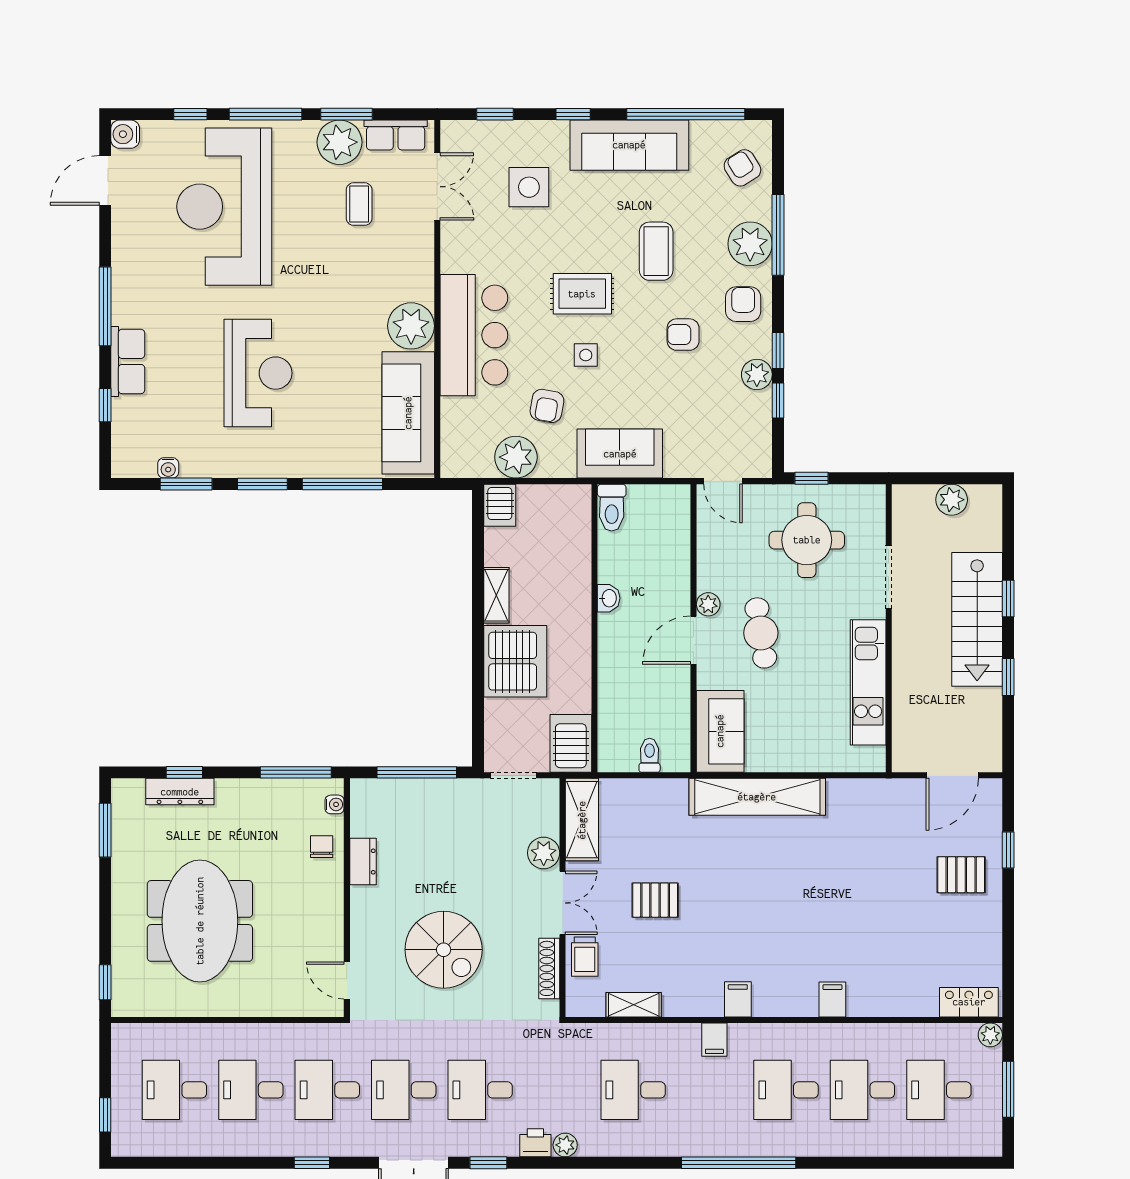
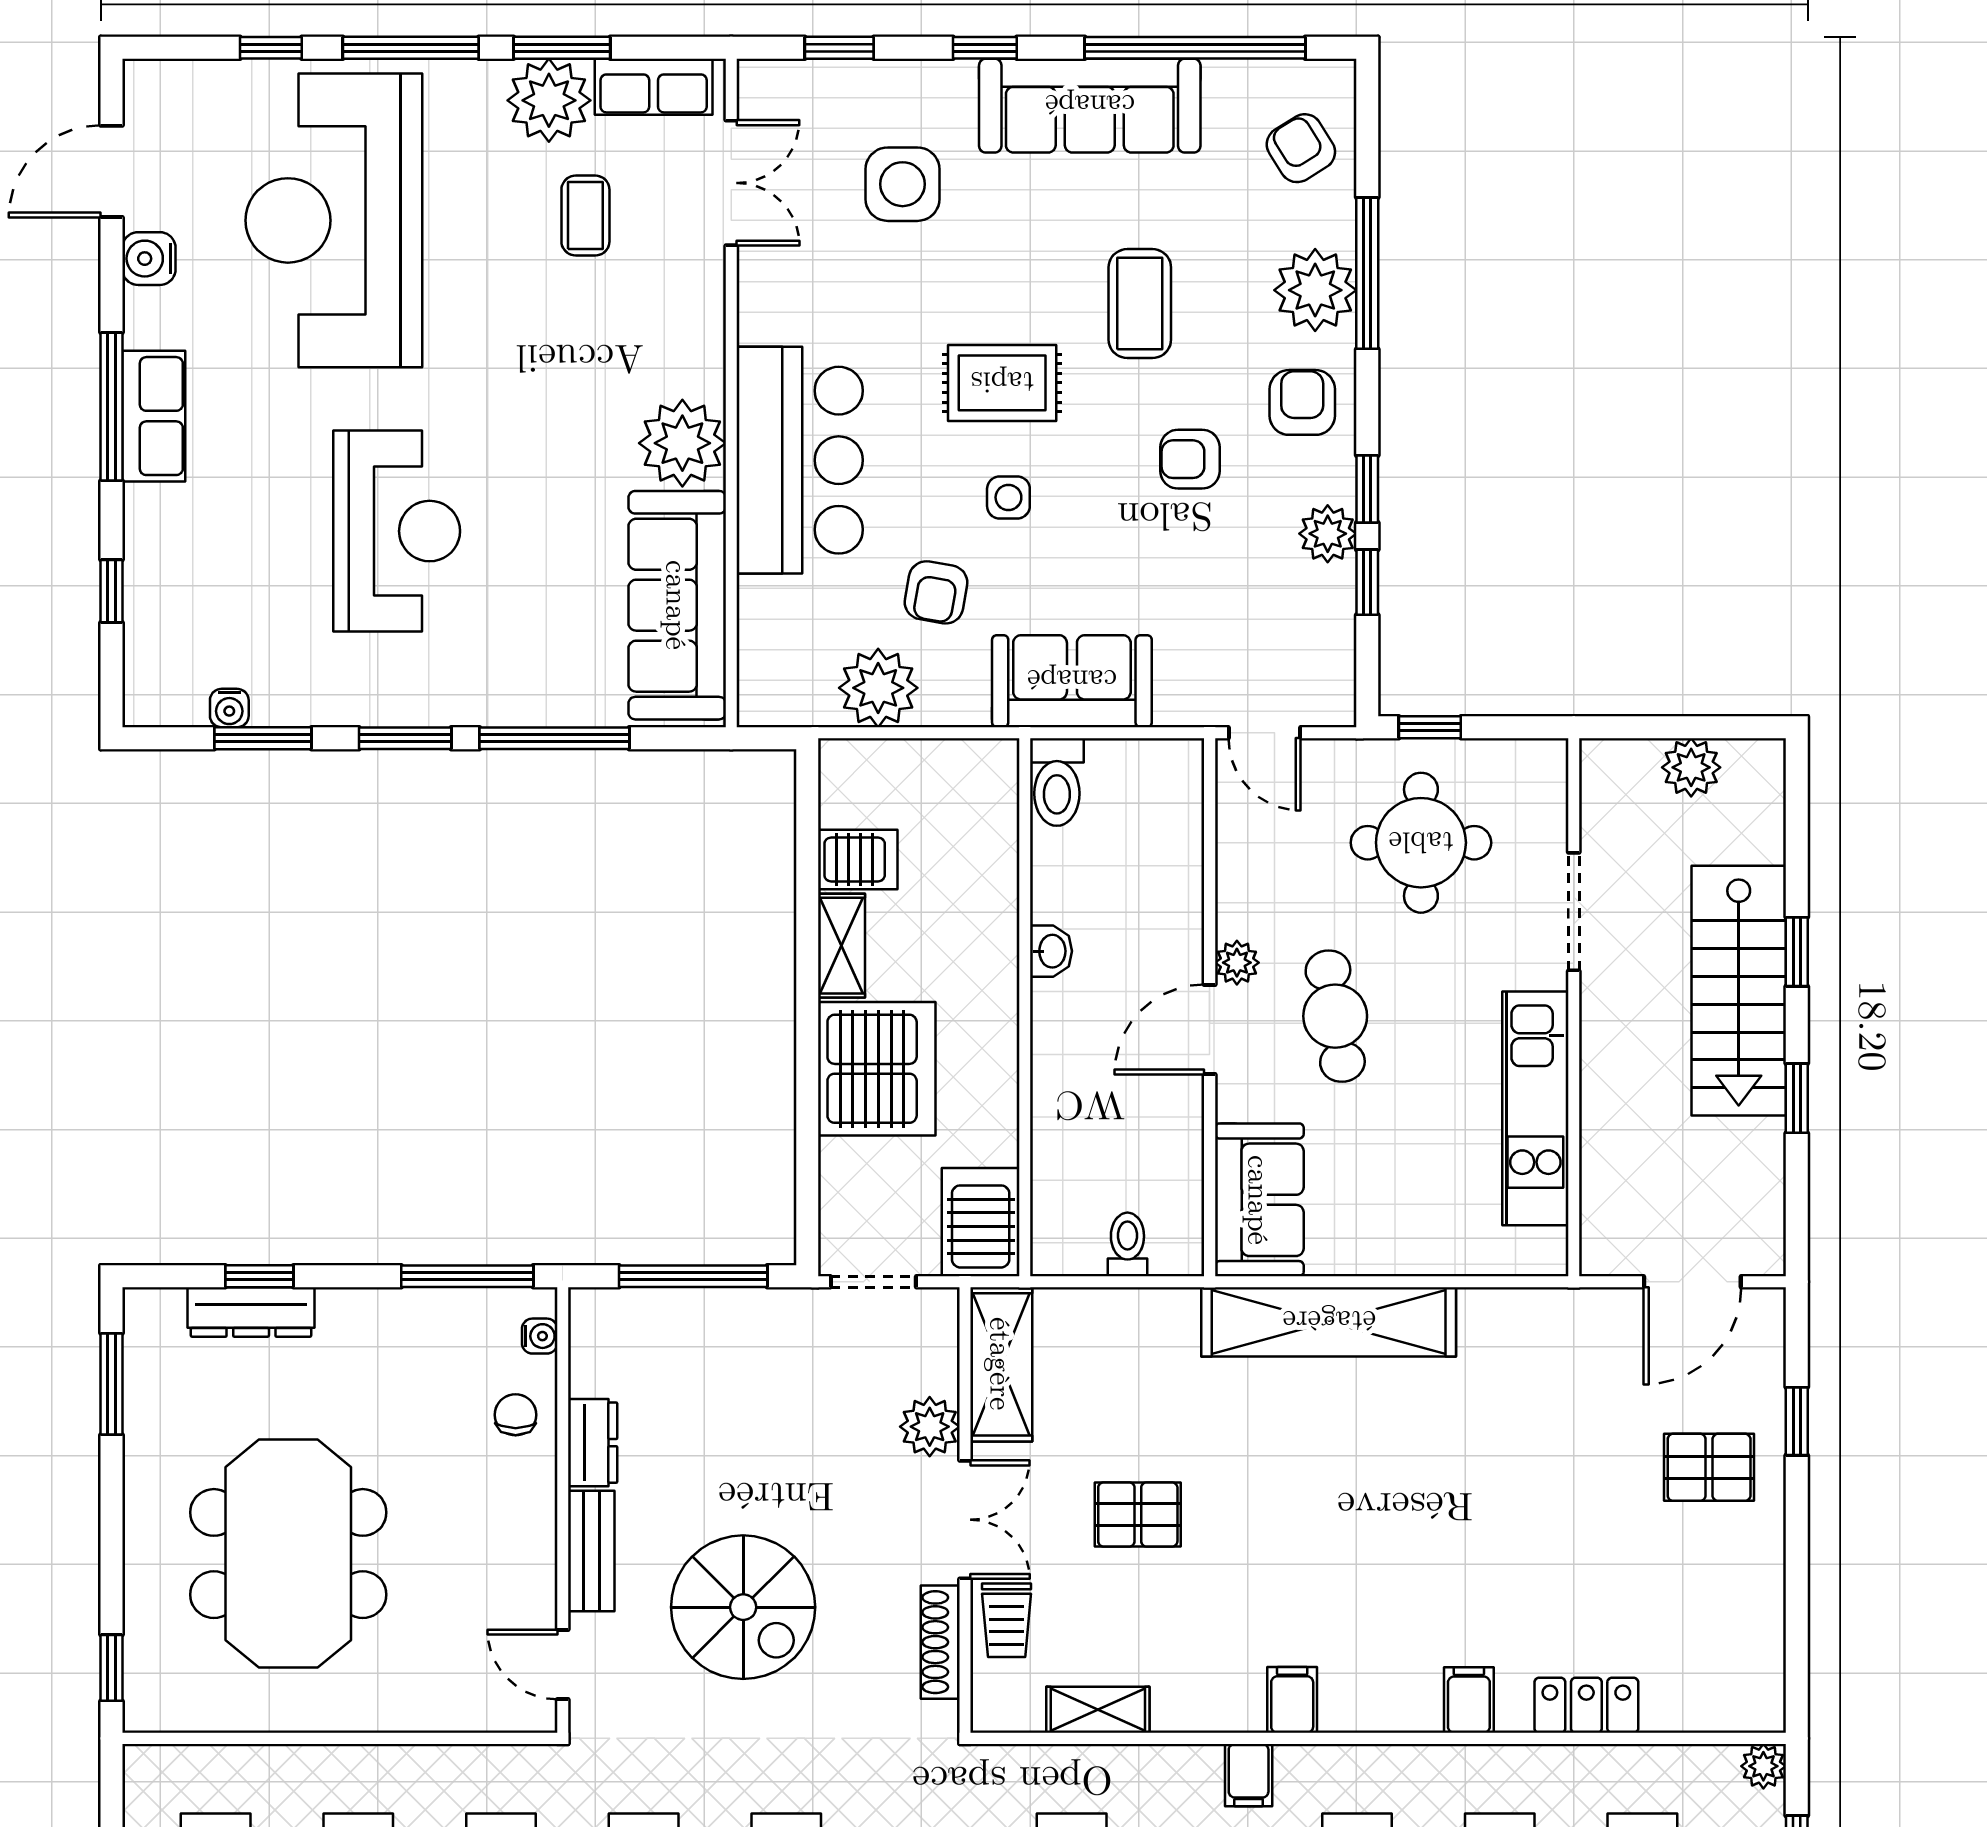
water cooler: (125, 134) -> (149, 259), moved
row of seats: (128, 361) -> (154, 416), moved
server rack: (500, 505) -> (858, 859), moved, turned -90
bench: (362, 920) -> (591, 1551), added
locker: (969, 1002) -> (1586, 1705), moved

